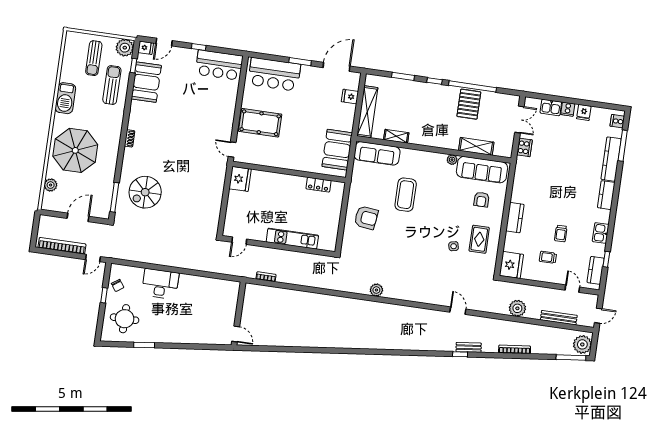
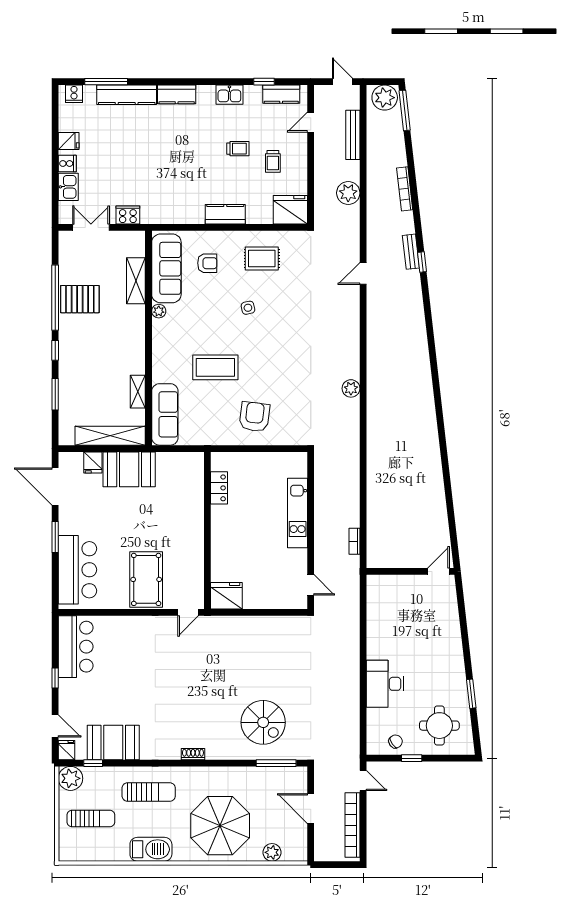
sun lounger: (112, 85) -> (149, 792), moved, turned 180
booth: (337, 150) -> (129, 469), moved
side table: (454, 246) -> (248, 308), moved

